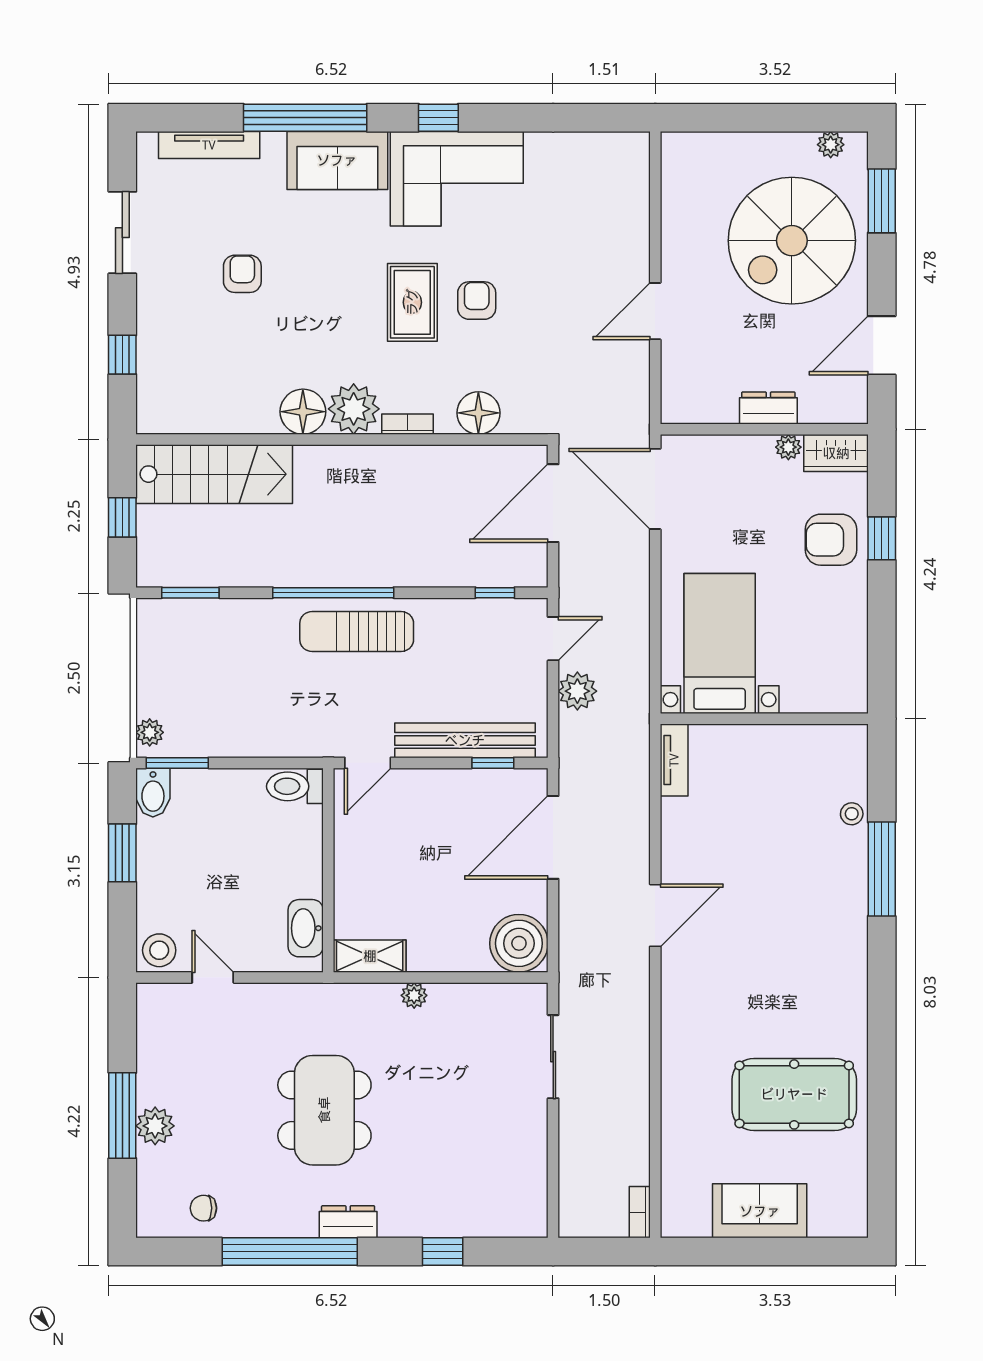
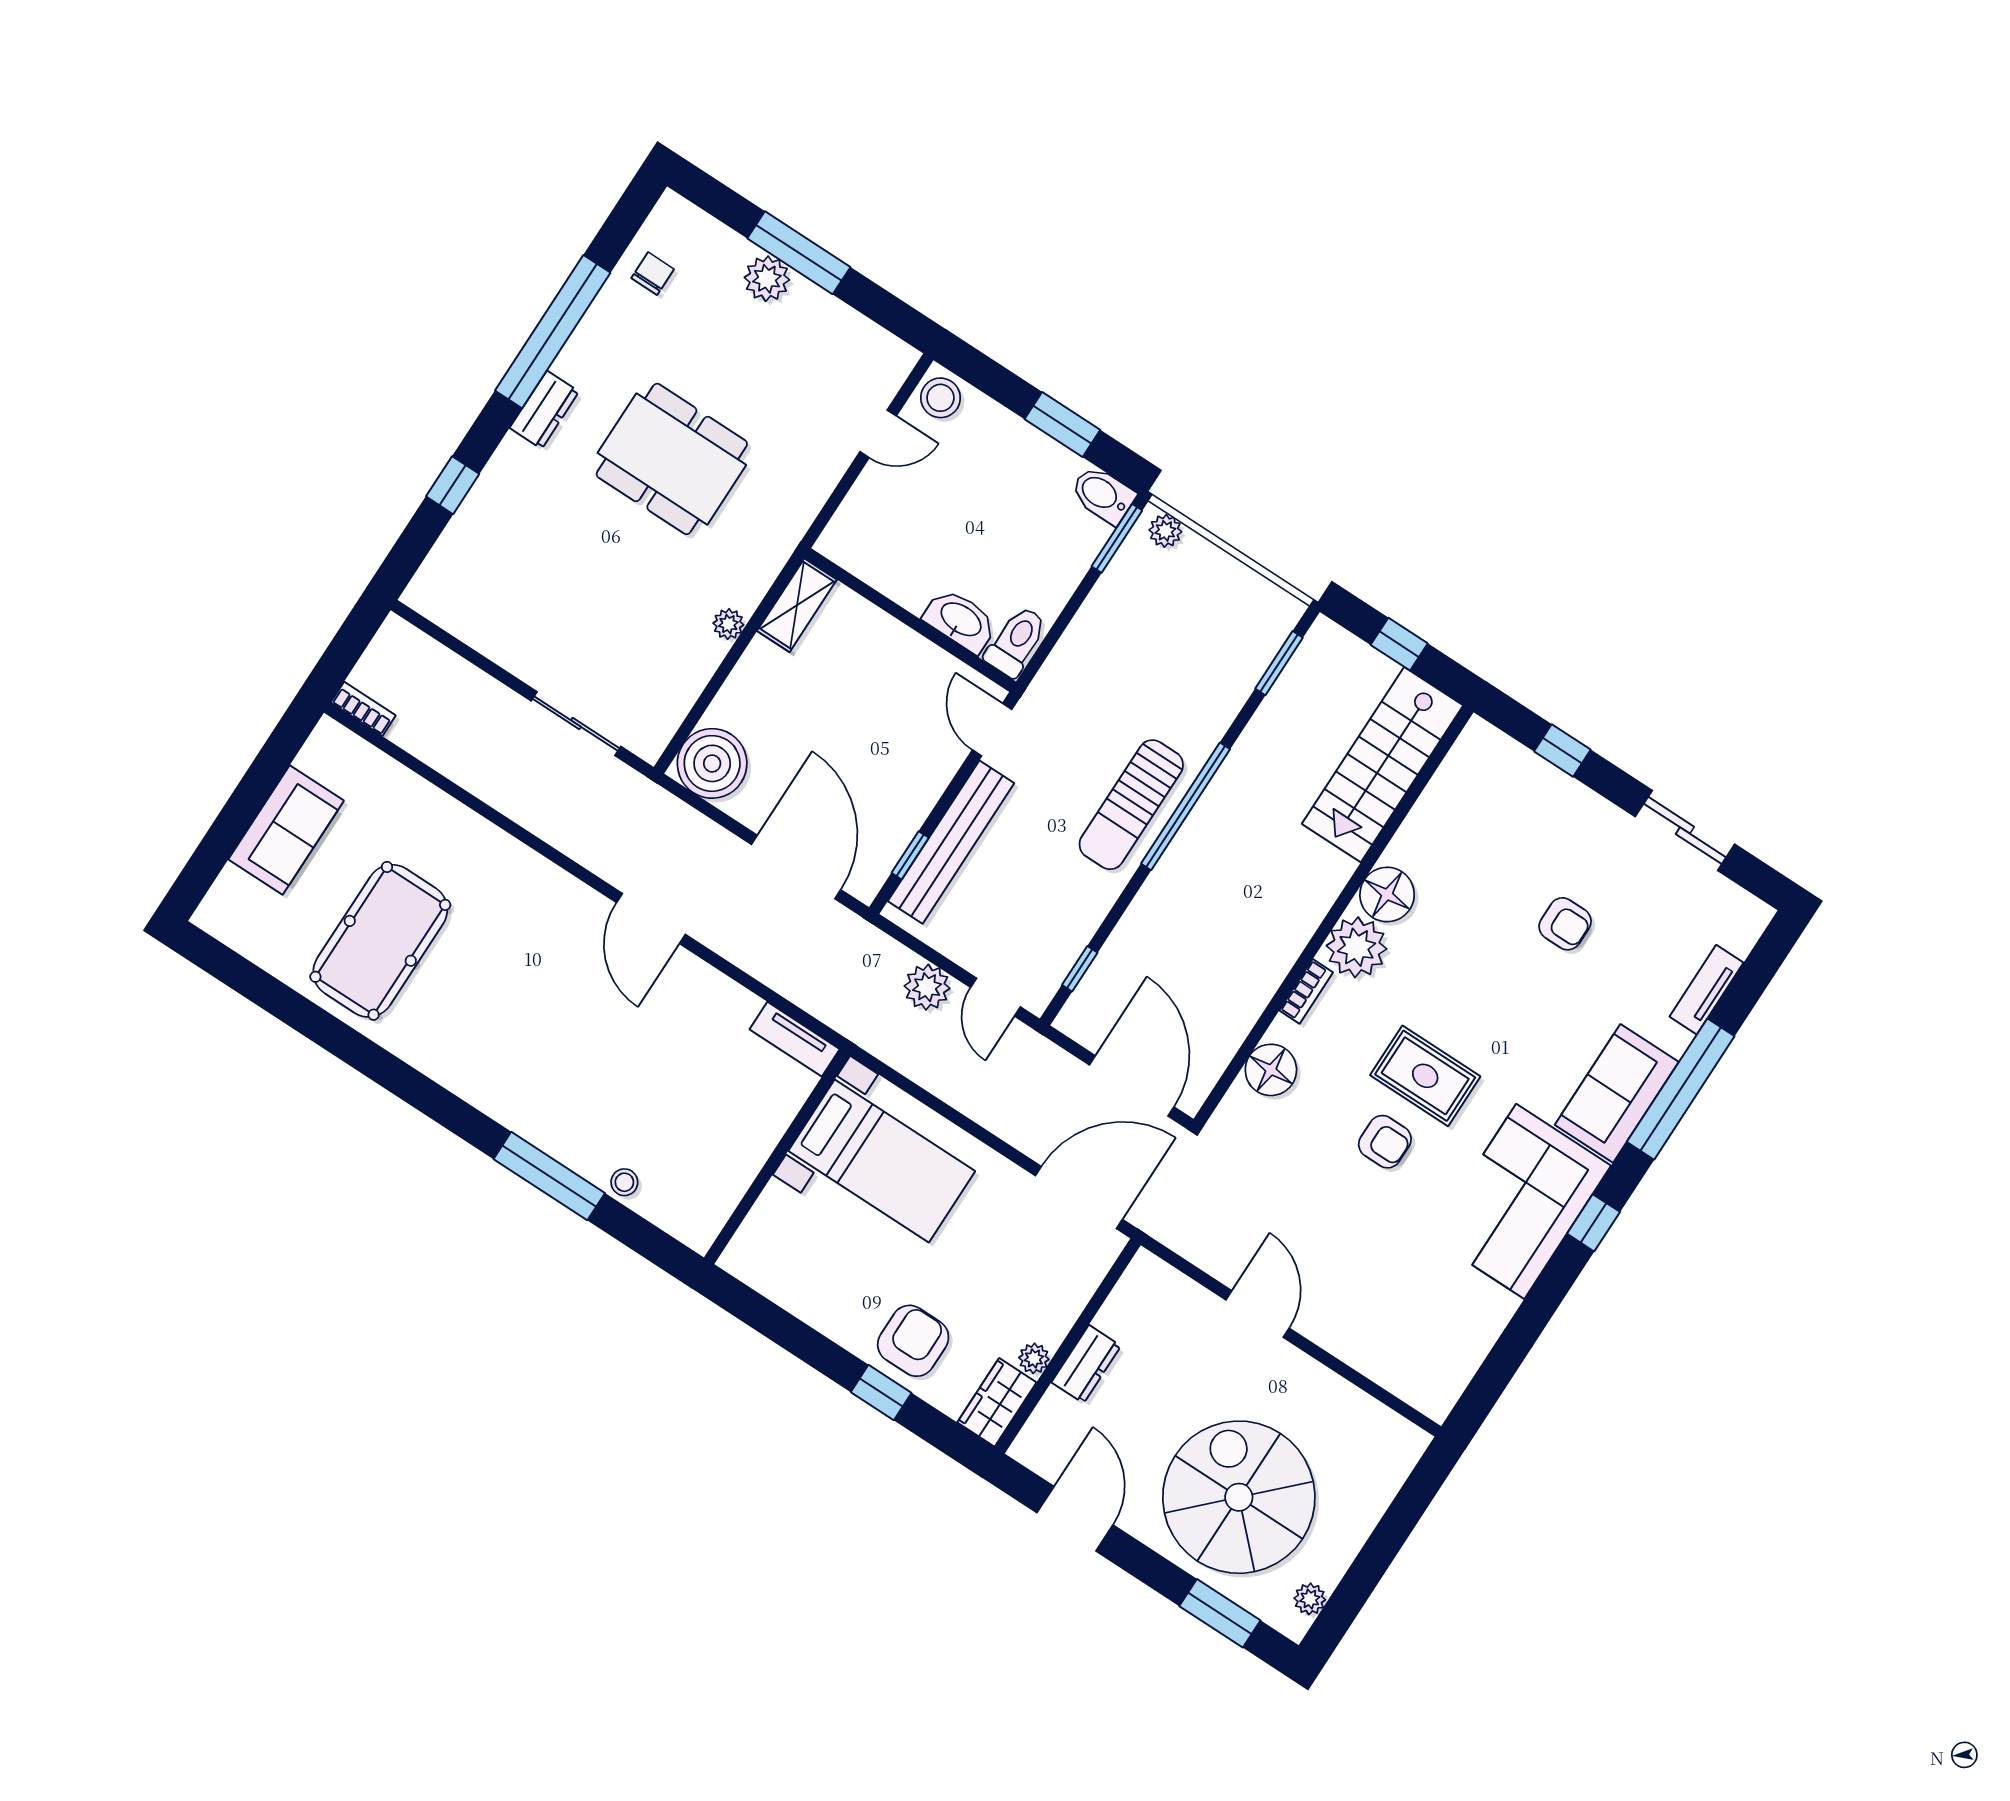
tv unit: (209, 145) -> (1706, 990), width x0.71
sun lounger: (357, 631) -> (1131, 805), turned 180
washbasin: (306, 928) -> (960, 620), moved

